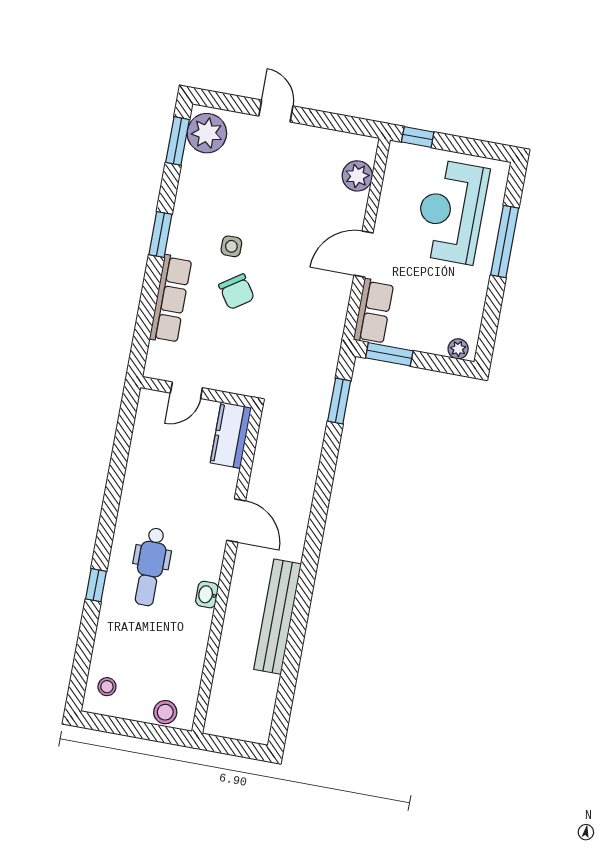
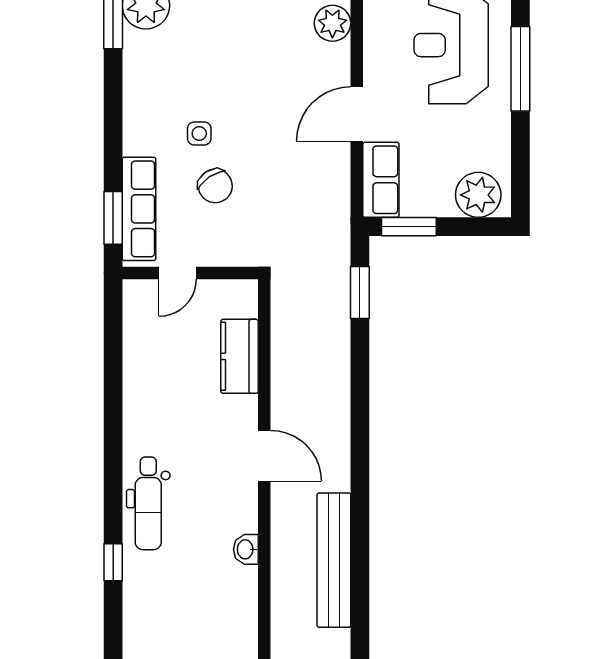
window: (160, 234) -> (113, 218), moved
plant: (458, 349) -> (478, 195), width x1.87, depth x1.87
door: (186, 390) -> (177, 273), moved
wall: (197, 392) -> (190, 273), moved
dental chair: (150, 567) -> (148, 503), moved

